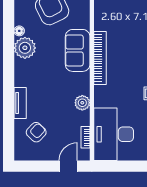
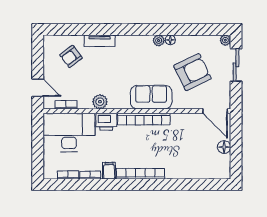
plant: (25, 48) -> (159, 41), width x0.53, depth x0.53
printer: (103, 96) -> (106, 122), added
armchair: (36, 132) -> (71, 56), turned 99

